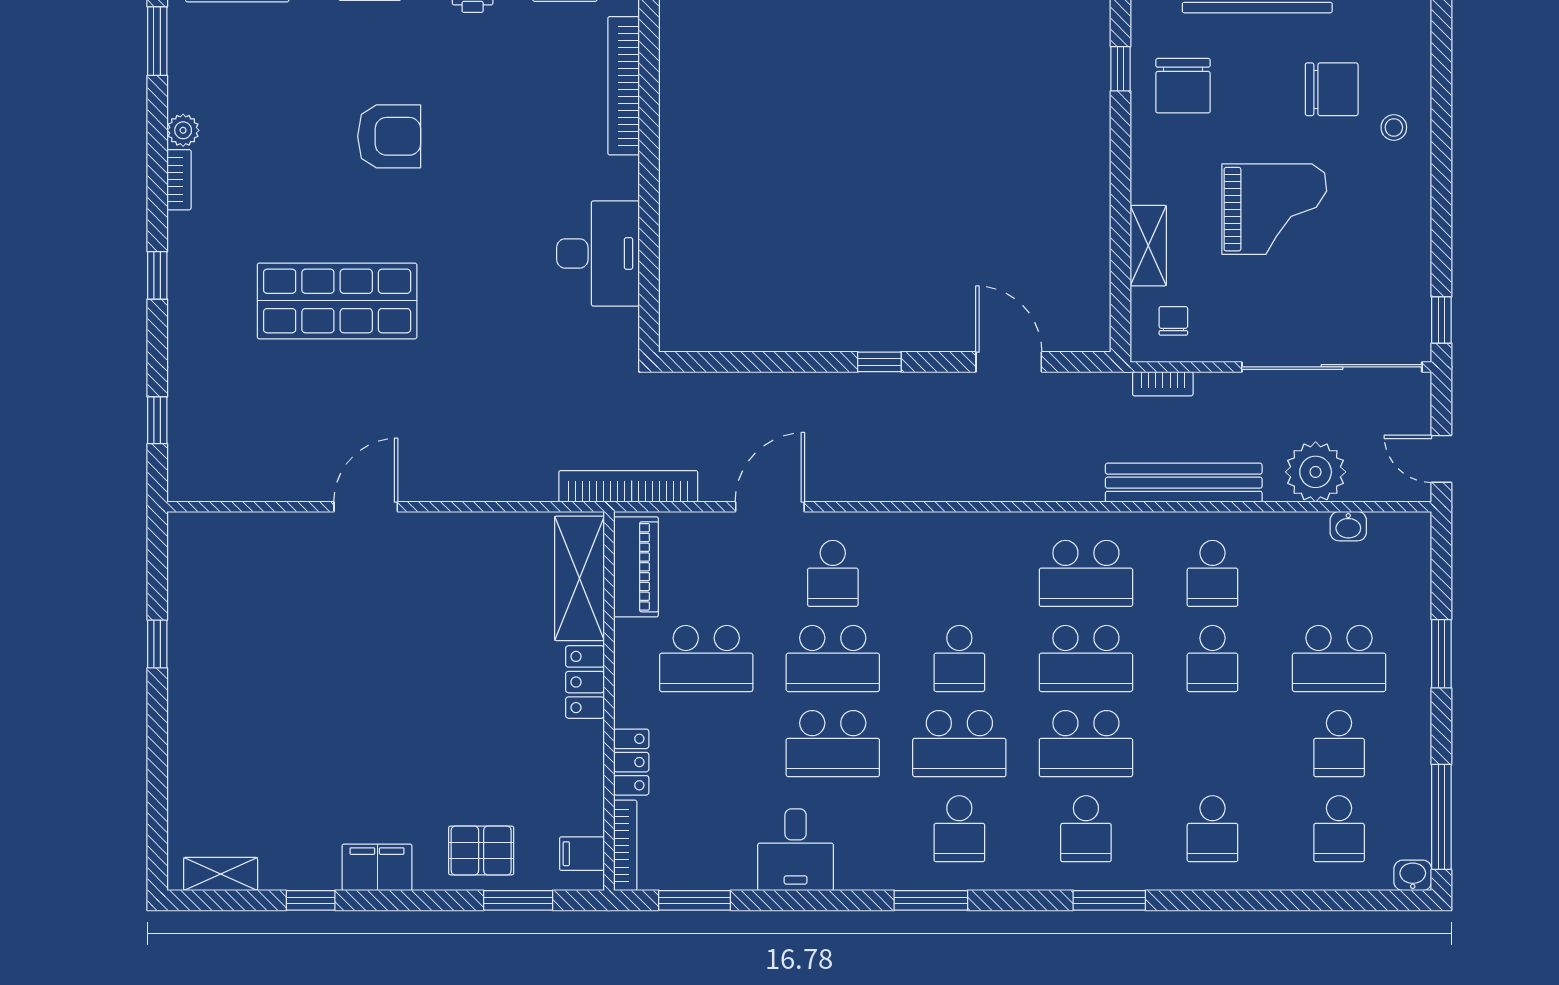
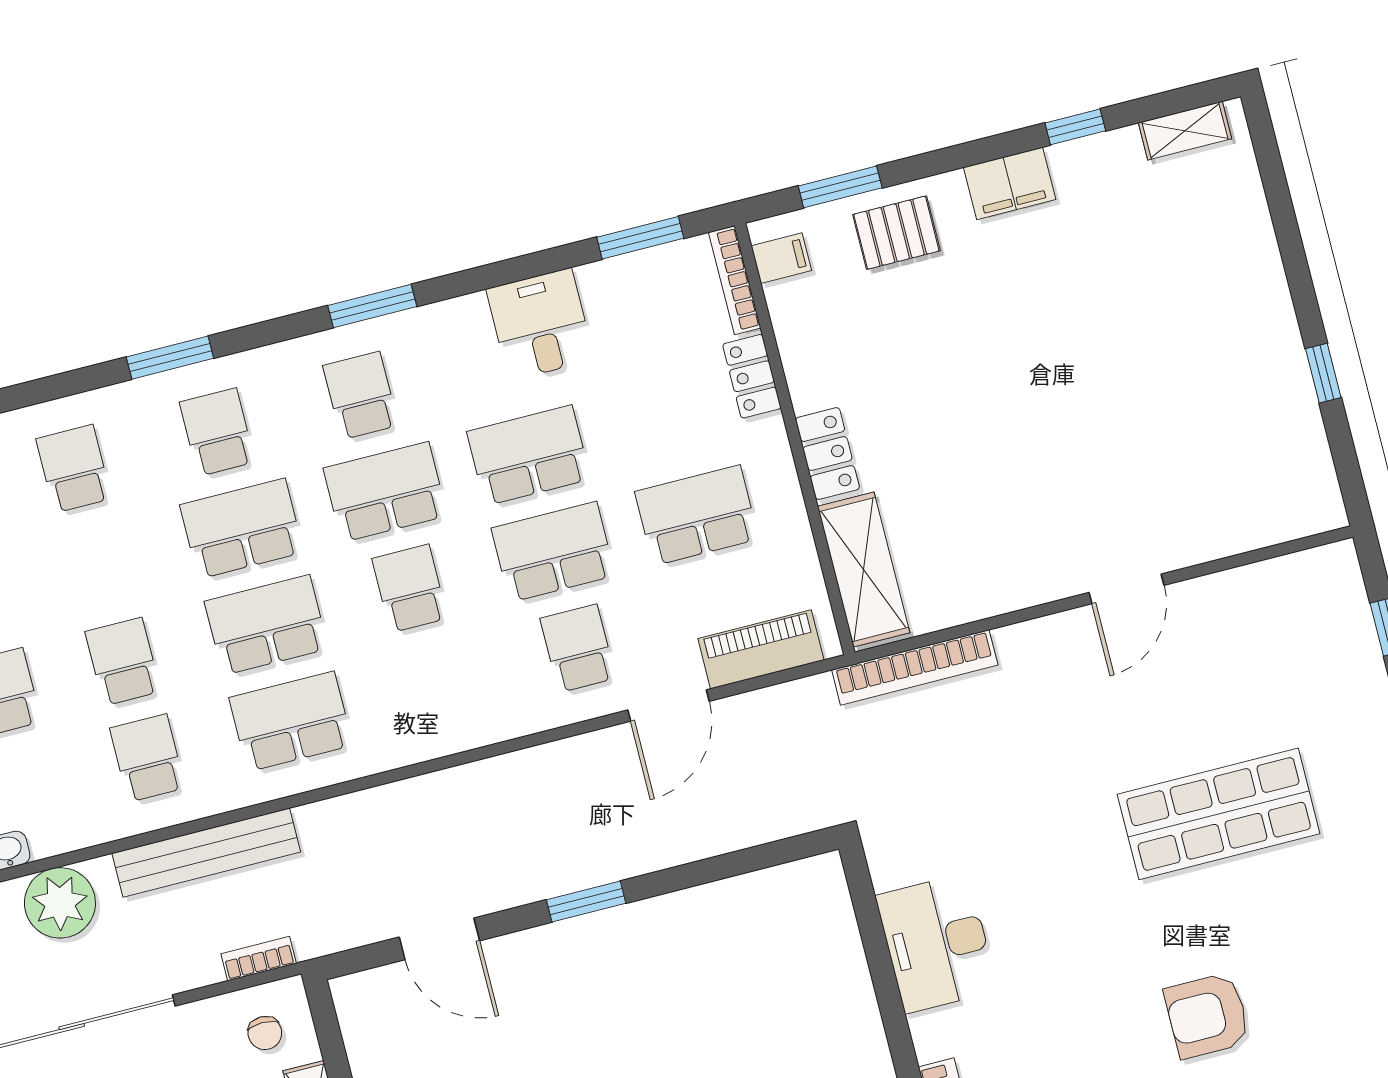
window: (879, 362) -> (586, 901), width x1.50
bookcase: (628, 486) -> (915, 667), moved
piano: (636, 567) -> (761, 649), moved, turned 90

